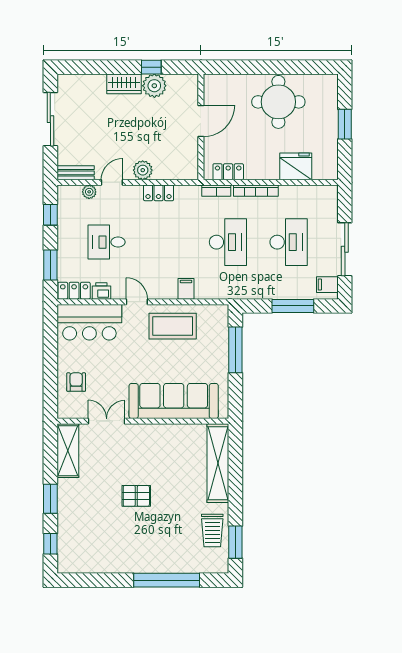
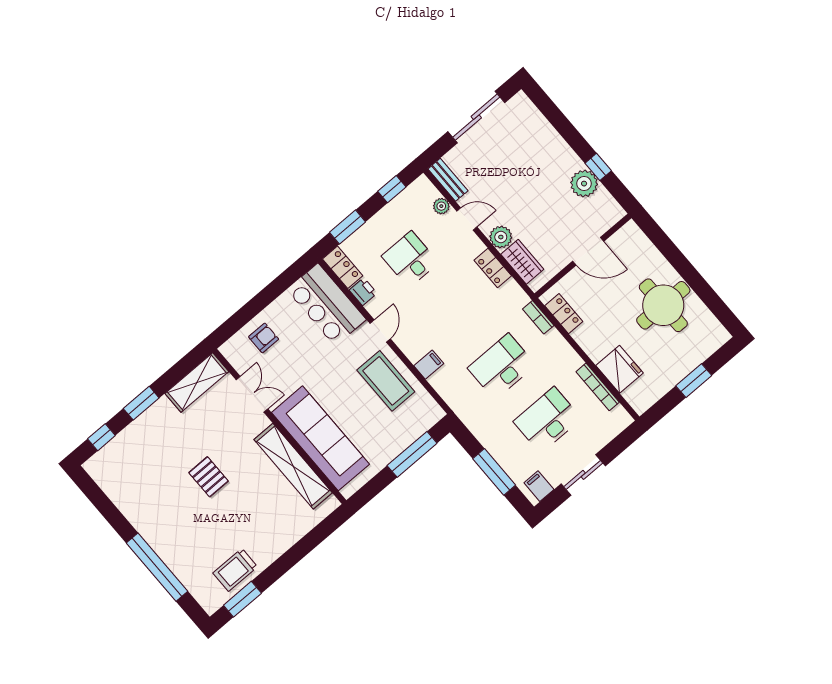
wardrobe: (124, 84) -> (522, 262), moved, turned 180
bookcase: (256, 191) -> (598, 387), moved
desk: (228, 242) -> (502, 366), turned 180
desk: (289, 242) -> (547, 420), turned 180
sliding door: (345, 249) -> (583, 475), width x0.73
shelving: (218, 463) -> (293, 466), moved, turned 90

